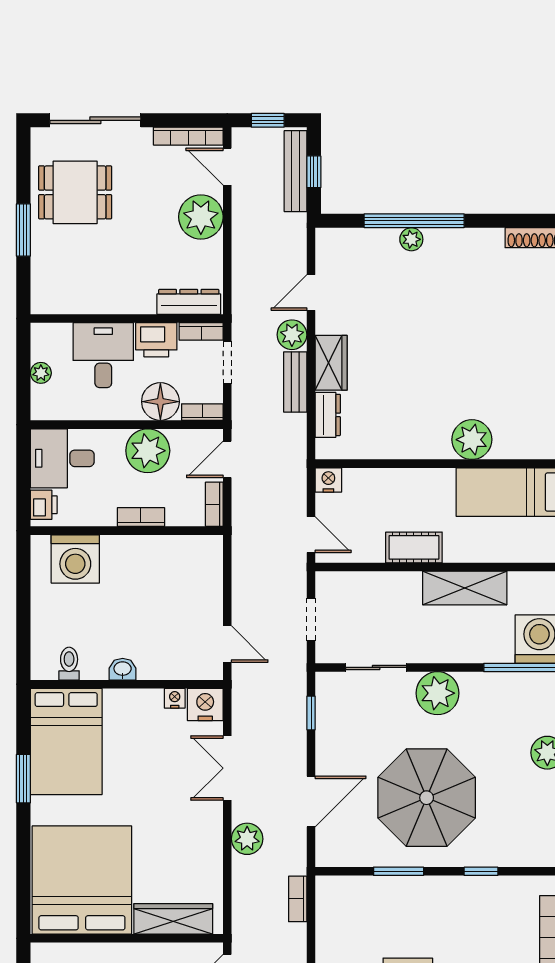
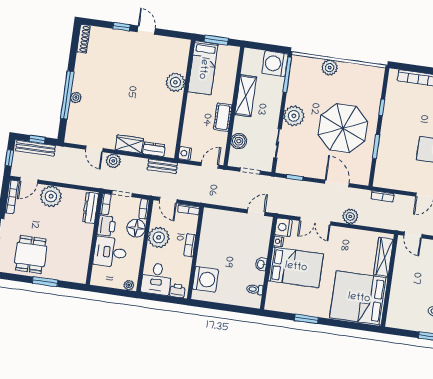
plant: (41, 373) -> (129, 285), moved
bench: (295, 382) -> (162, 166), moved
boiler: (369, 587) -> (239, 141), added
bed: (66, 741) -> (296, 267), moved

